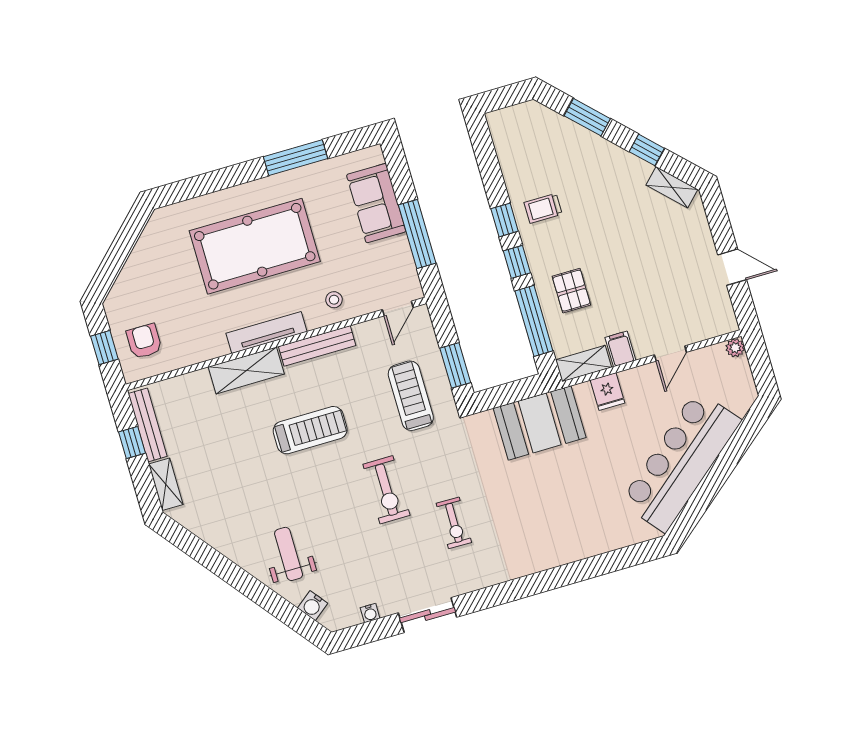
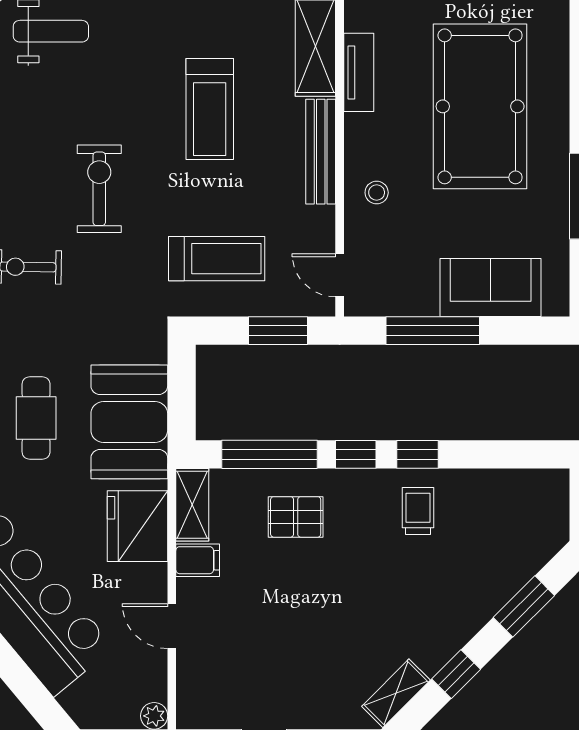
tv unit: (267, 332) -> (359, 72), width x0.71
window: (455, 365) -> (278, 331), moved
fridge: (608, 392) -> (137, 526), width x1.88, depth x1.34
cafe table: (555, 487) -> (36, 418), added
exercise bike: (386, 490) -> (99, 189), turned 90

